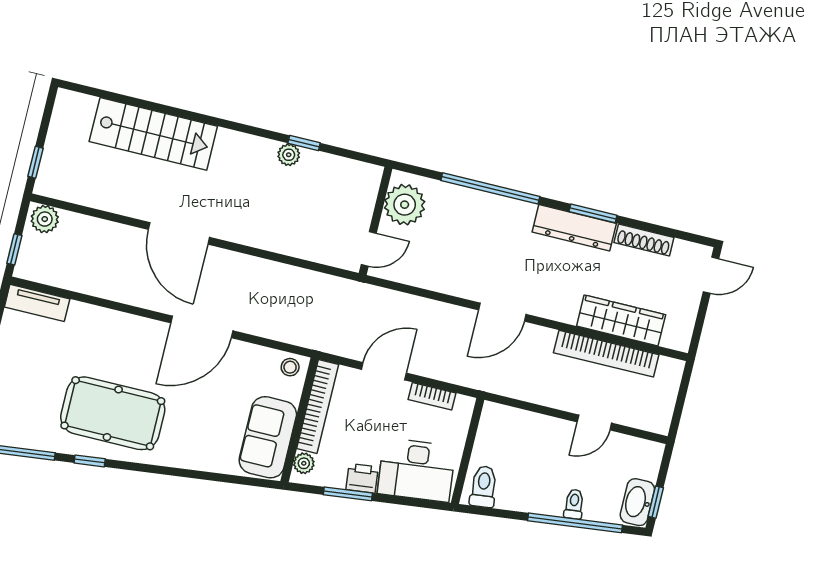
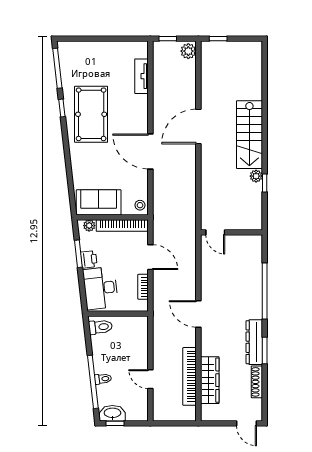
stairs: (153, 134) -> (249, 135), moved
plant: (405, 205) -> (244, 246), removed
tv unit: (37, 303) -> (141, 76), moved

